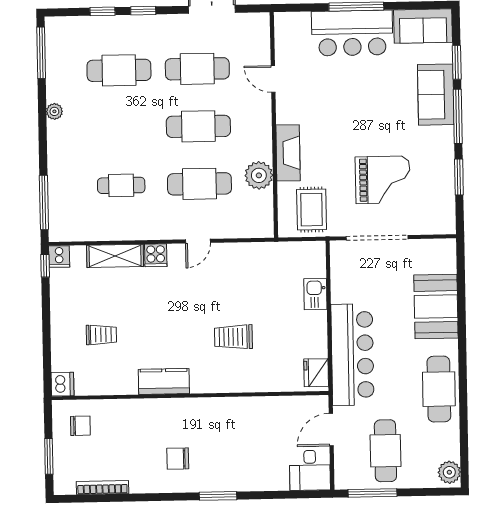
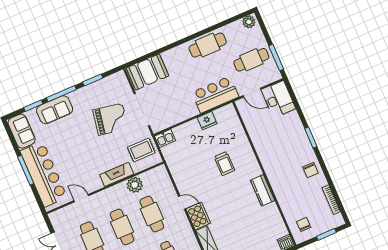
bar counter: (352, 33) -> (44, 174), width x1.36
door: (273, 79) -> (81, 198), swing flipped
grand piano: (383, 180) -> (110, 119), turned 100
cooker: (156, 255) -> (198, 216), width x1.87, depth x1.31
kitchen sink: (315, 294) -> (165, 138), moved
booth: (436, 306) -> (147, 72), moved
trolley: (101, 335) -> (252, 233), removed
bar counter: (352, 355) -> (215, 95), width x0.73
fridge: (316, 373) -> (207, 121), moved
chair: (178, 459) -> (310, 170), moved
desk: (310, 469) -> (278, 99), width x1.37

